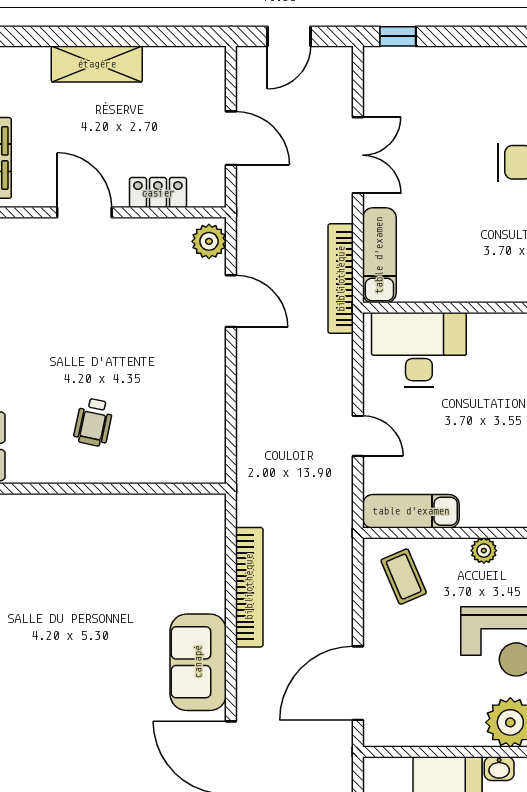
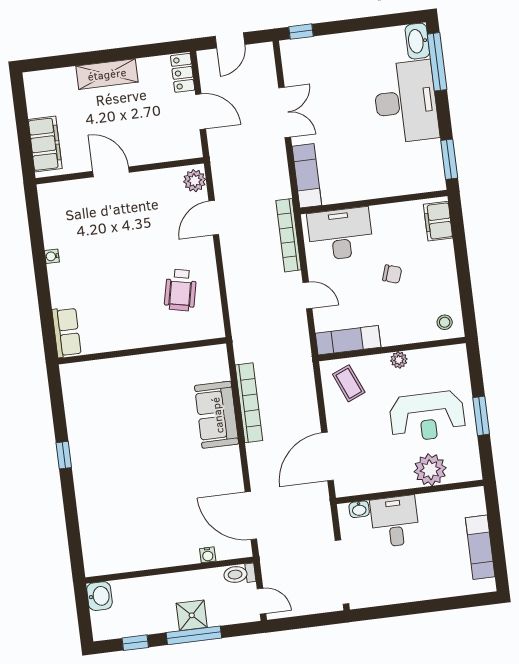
locker: (158, 193) -> (183, 73), moved, turned -90
bookcase: (341, 279) -> (289, 235), moved
door: (231, 301) -> (214, 218), swing flipped
chair: (490, 420) -> (392, 274), added
wheelchair: (93, 422) -> (180, 290), moved, width x1.36, depth x1.37
sofa: (198, 662) -> (217, 415), moved
washbasin: (499, 769) -> (359, 509), moved

